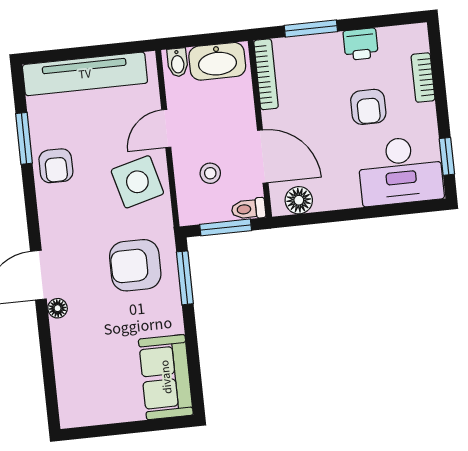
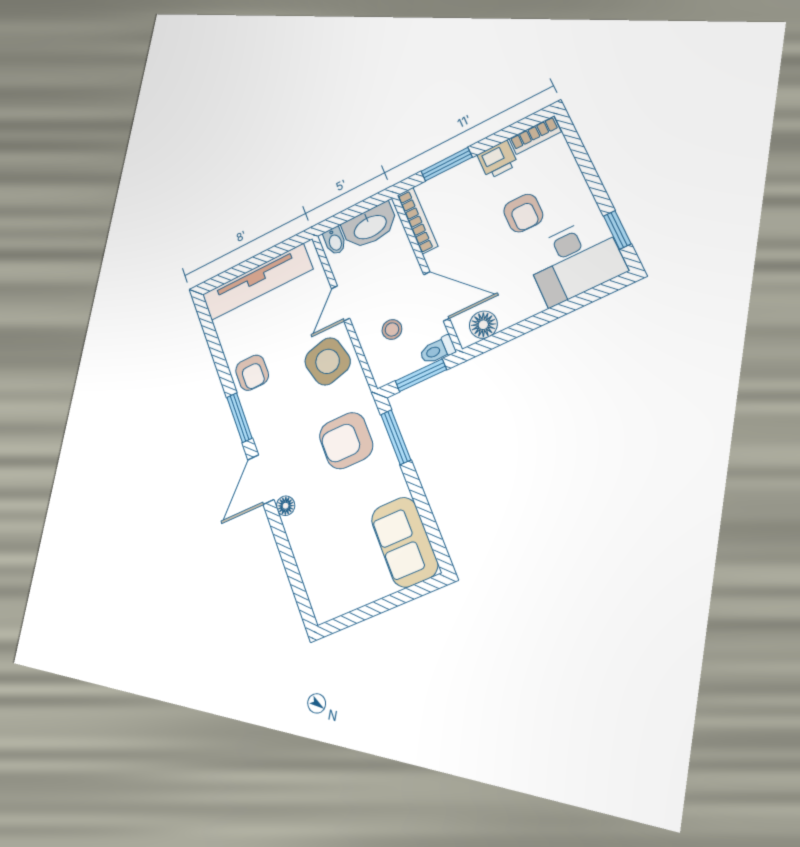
bookcase: (423, 78) -> (535, 135), moved, turned -90
window: (24, 138) -> (239, 418), moved

